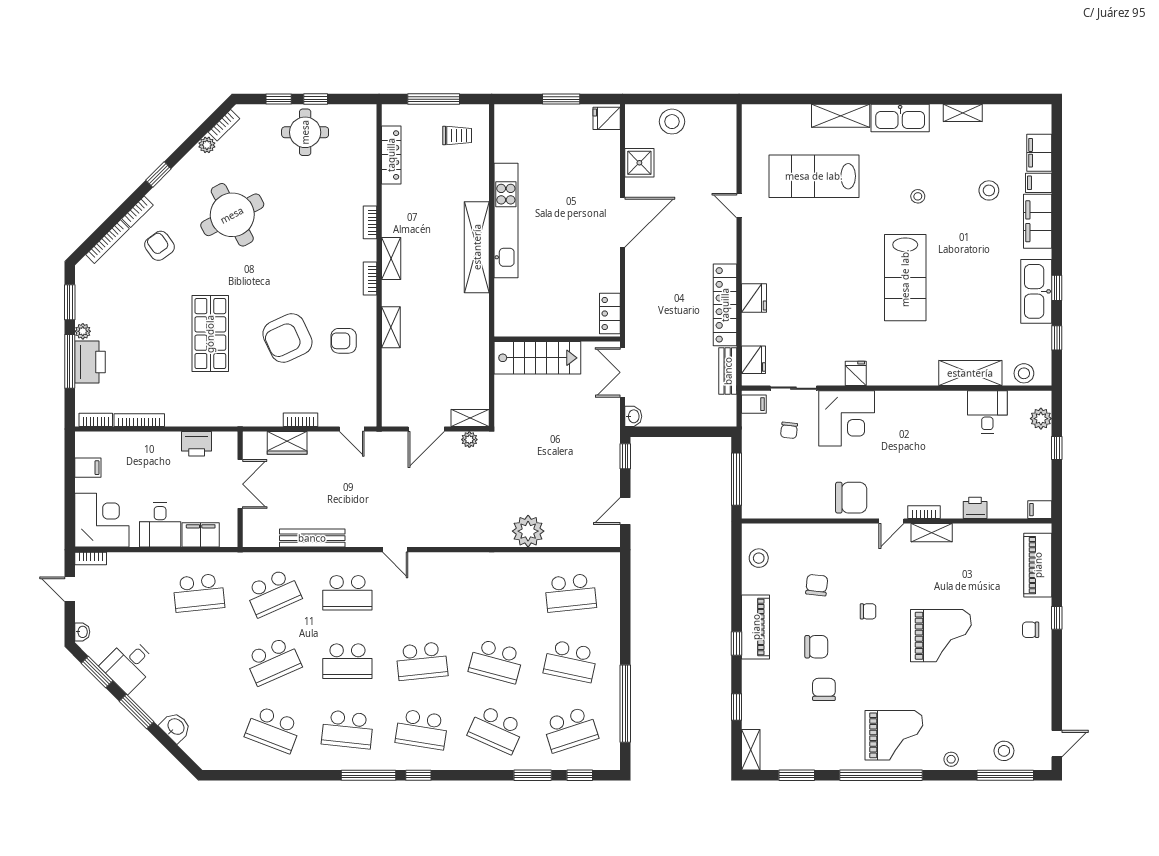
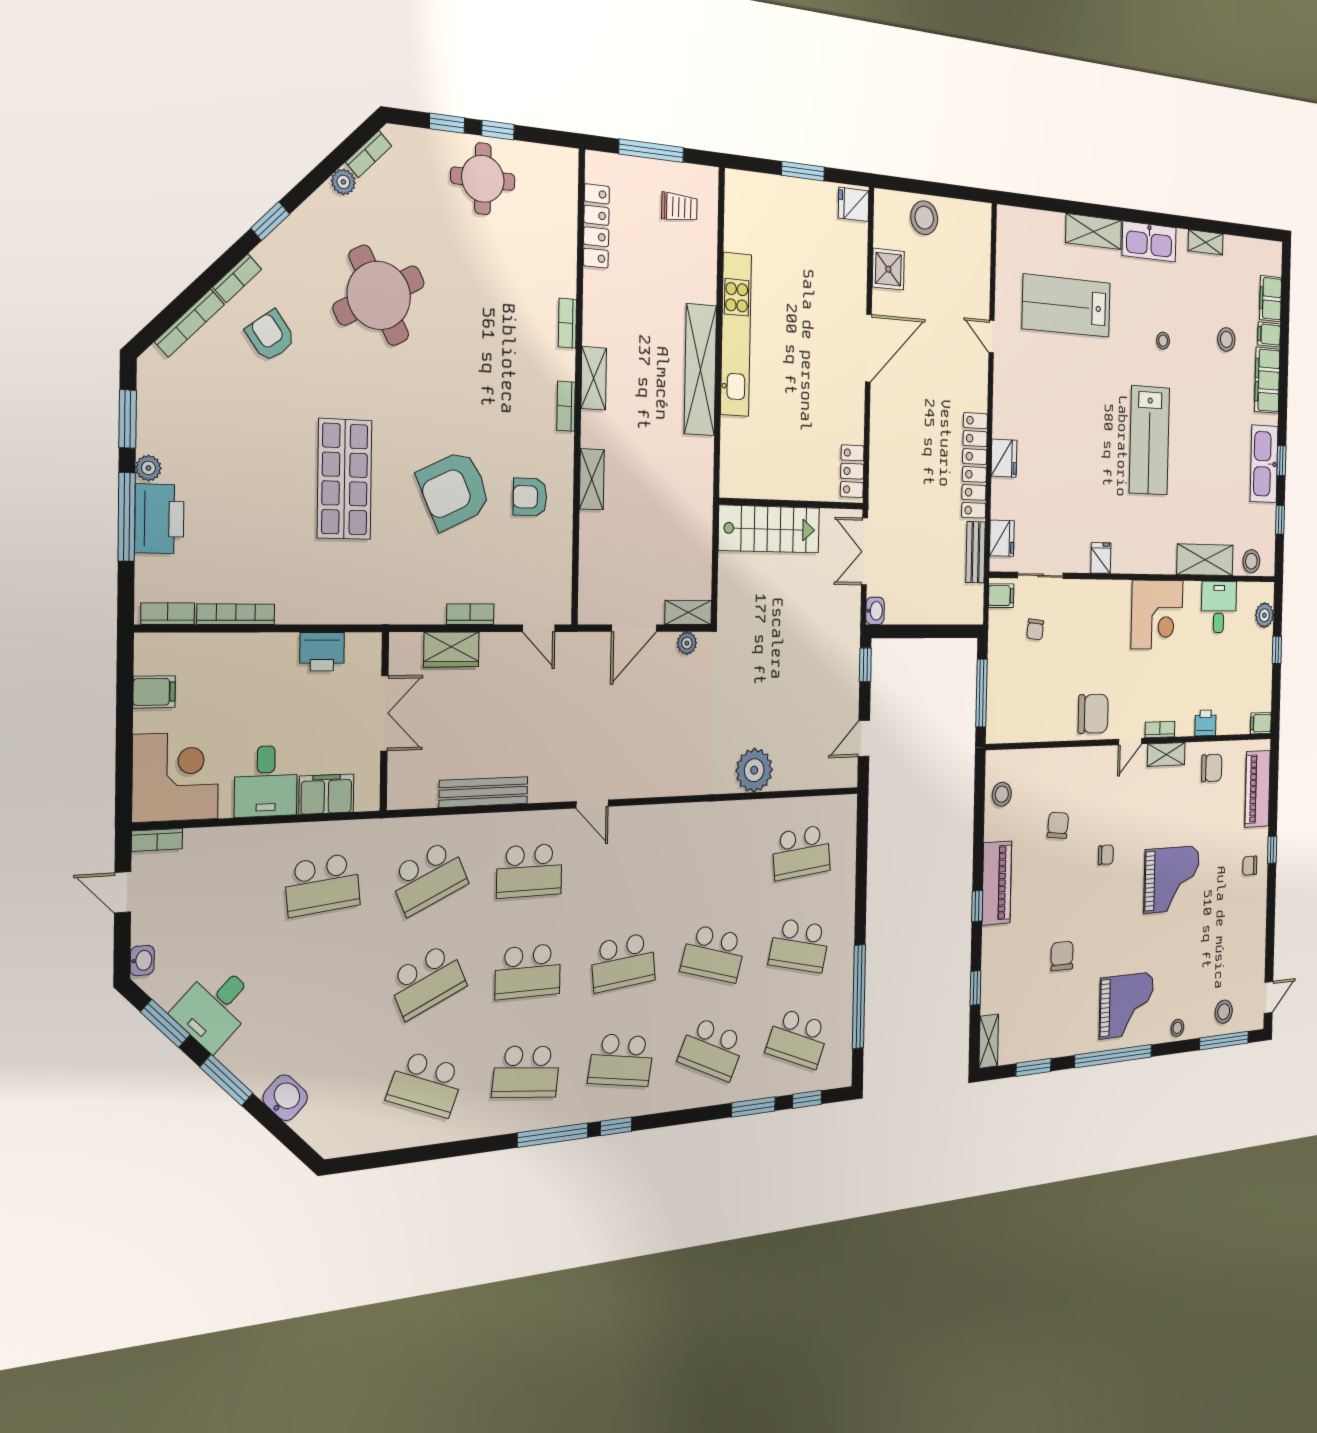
corner desk: (847, 418) -> (1157, 615), moved
chair: (816, 647) -> (1212, 768), moved
school desk: (570, 729) -> (798, 1038), turned 39

